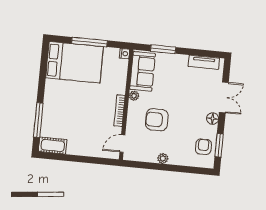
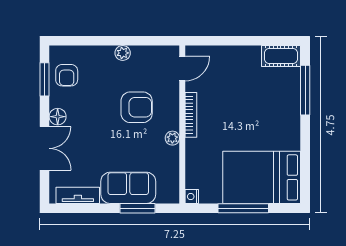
sofa: (143, 71) -> (128, 188), moved, turned 90
double door: (224, 97) -> (45, 148), swing flipped

